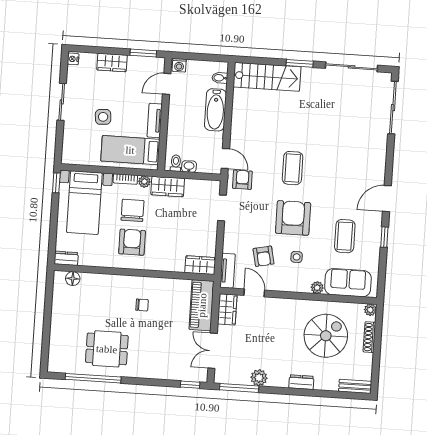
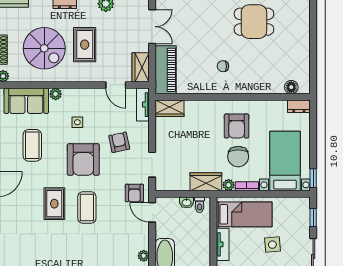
plant: (237, 114) -> (144, 256), added
window: (59, 142) -> (313, 218), added
rug: (326, 174) -> (54, 204), added
armchair: (264, 256) -> (119, 142), moved
spiral stairs: (326, 336) -> (44, 48), turned -90
rug: (284, 337) -> (85, 45), added

